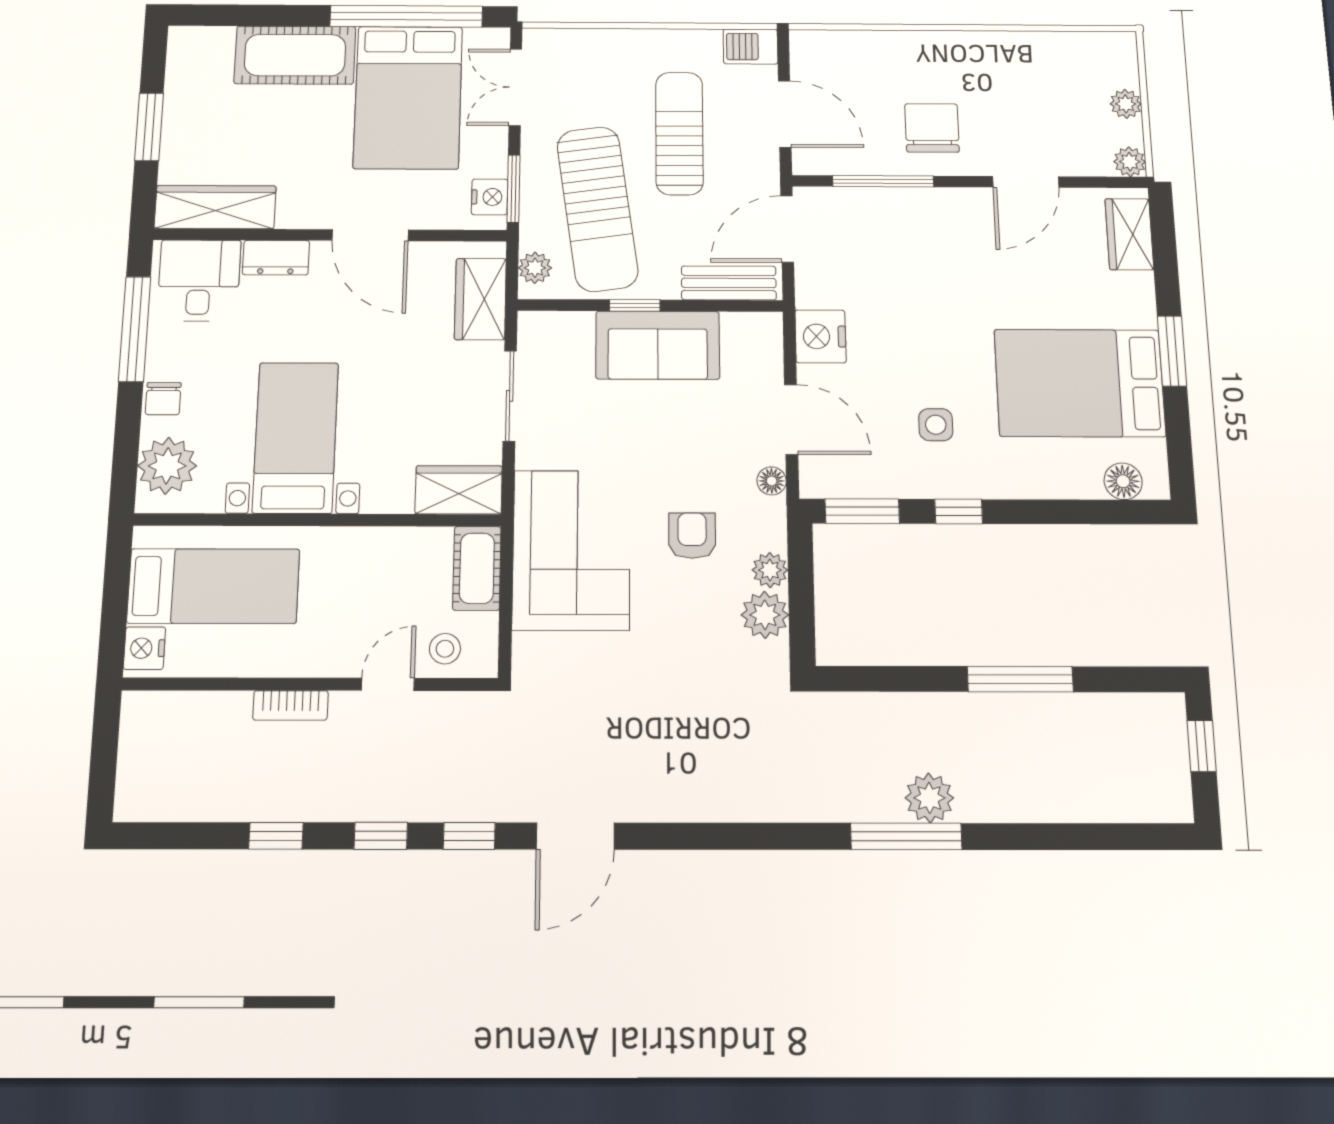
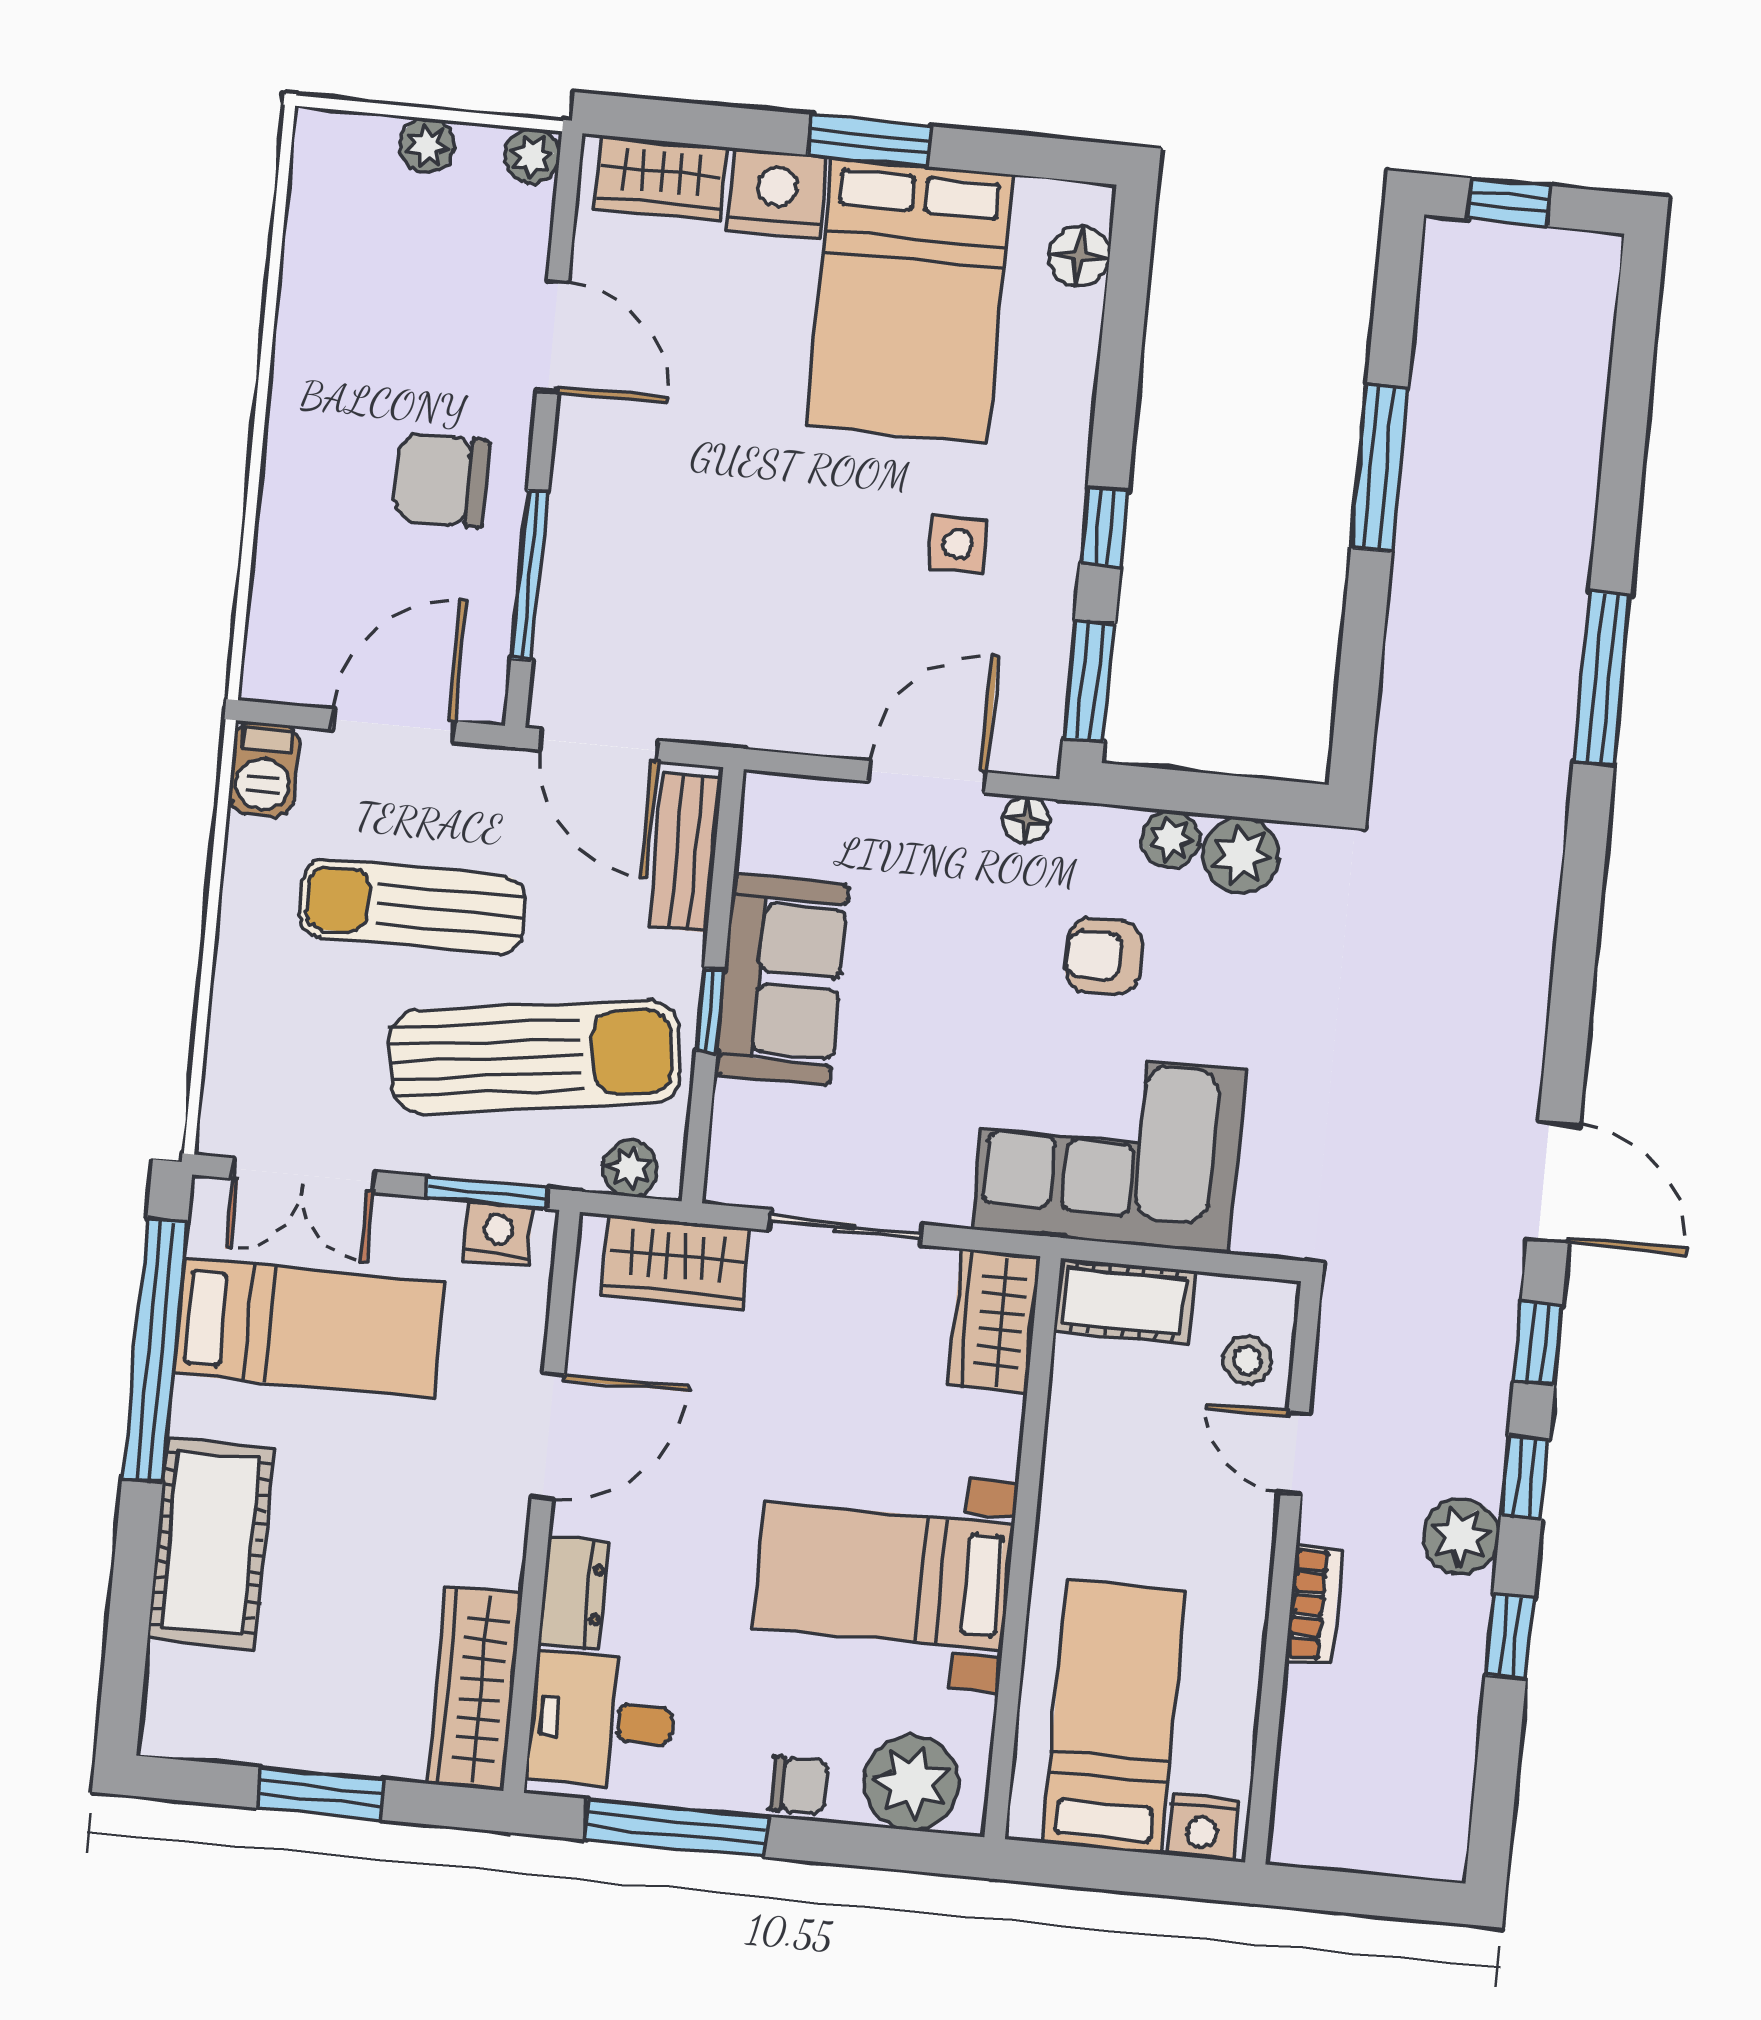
bed: (408, 97) -> (309, 1328), width x0.67
nightstand: (820, 336) -> (777, 193), moved, turned 180
plant: (929, 798) -> (1461, 1536), moved

